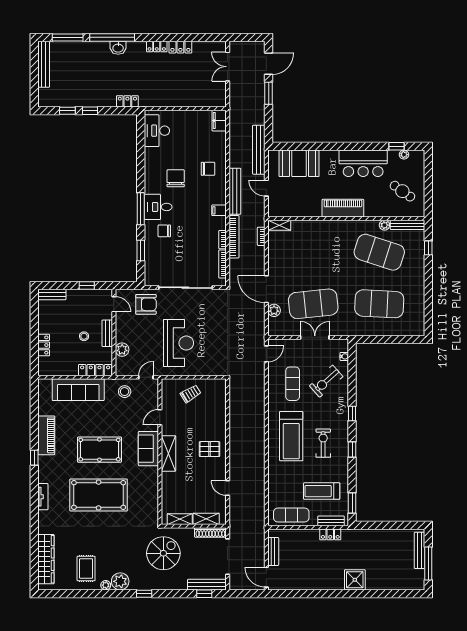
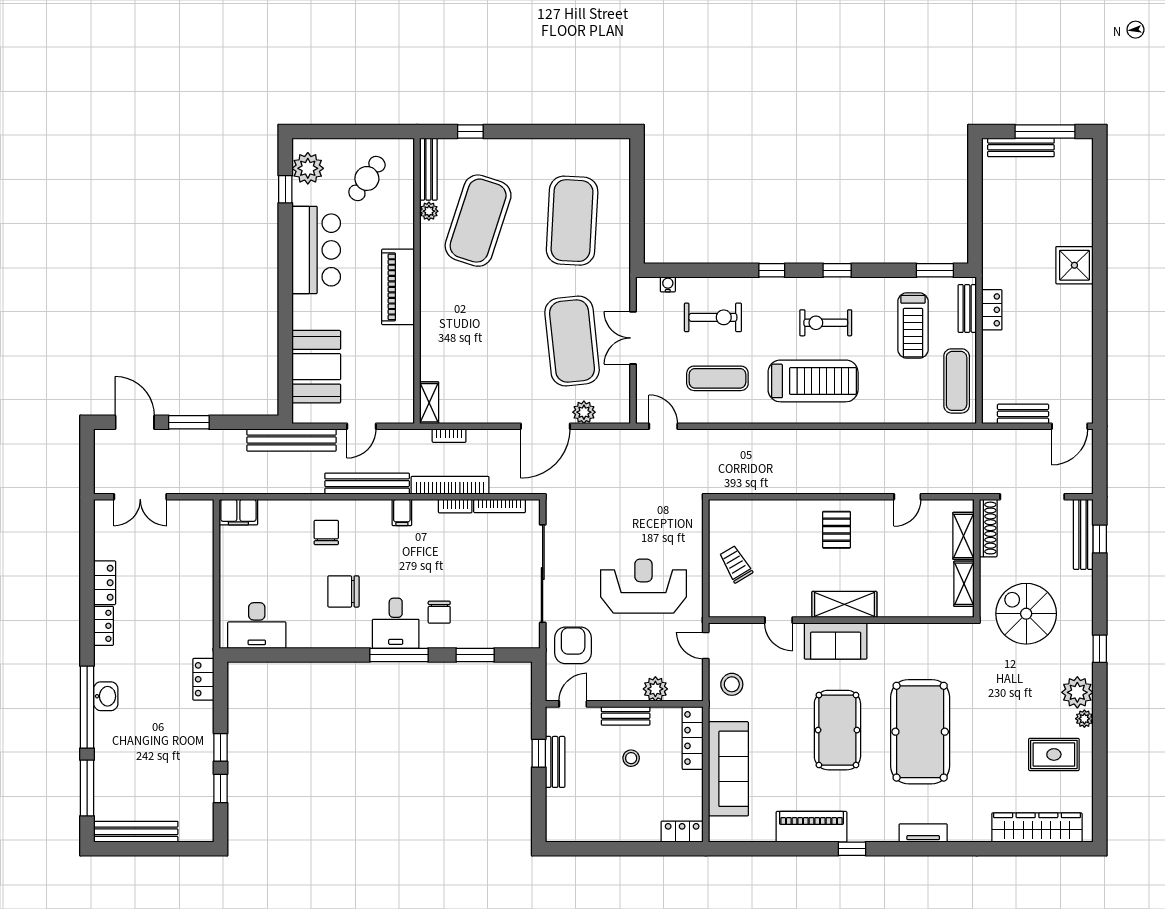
plant: (404, 155) -> (308, 168), width x1.88, depth x1.88
bench: (52, 294) -> (555, 762), moved
locker: (44, 345) -> (682, 832), moved
exercise bike: (326, 381) -> (713, 317), turned -48

